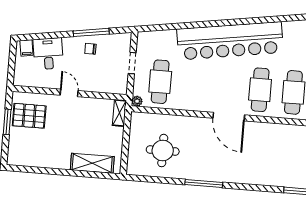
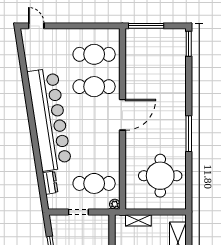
dresser: (165, 36) -> (50, 183), added
shelving: (119, 113) -> (138, 220), moved
round table: (163, 151) -> (160, 176), width x1.36, depth x1.36

